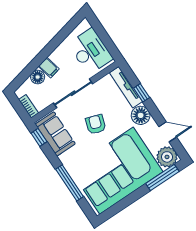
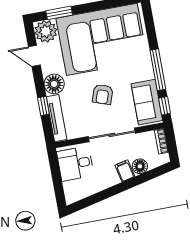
desk: (90, 51) -> (75, 164), width x0.73
window: (162, 177) -> (59, 13), width x0.69
window: (69, 183) -> (158, 70), moved

